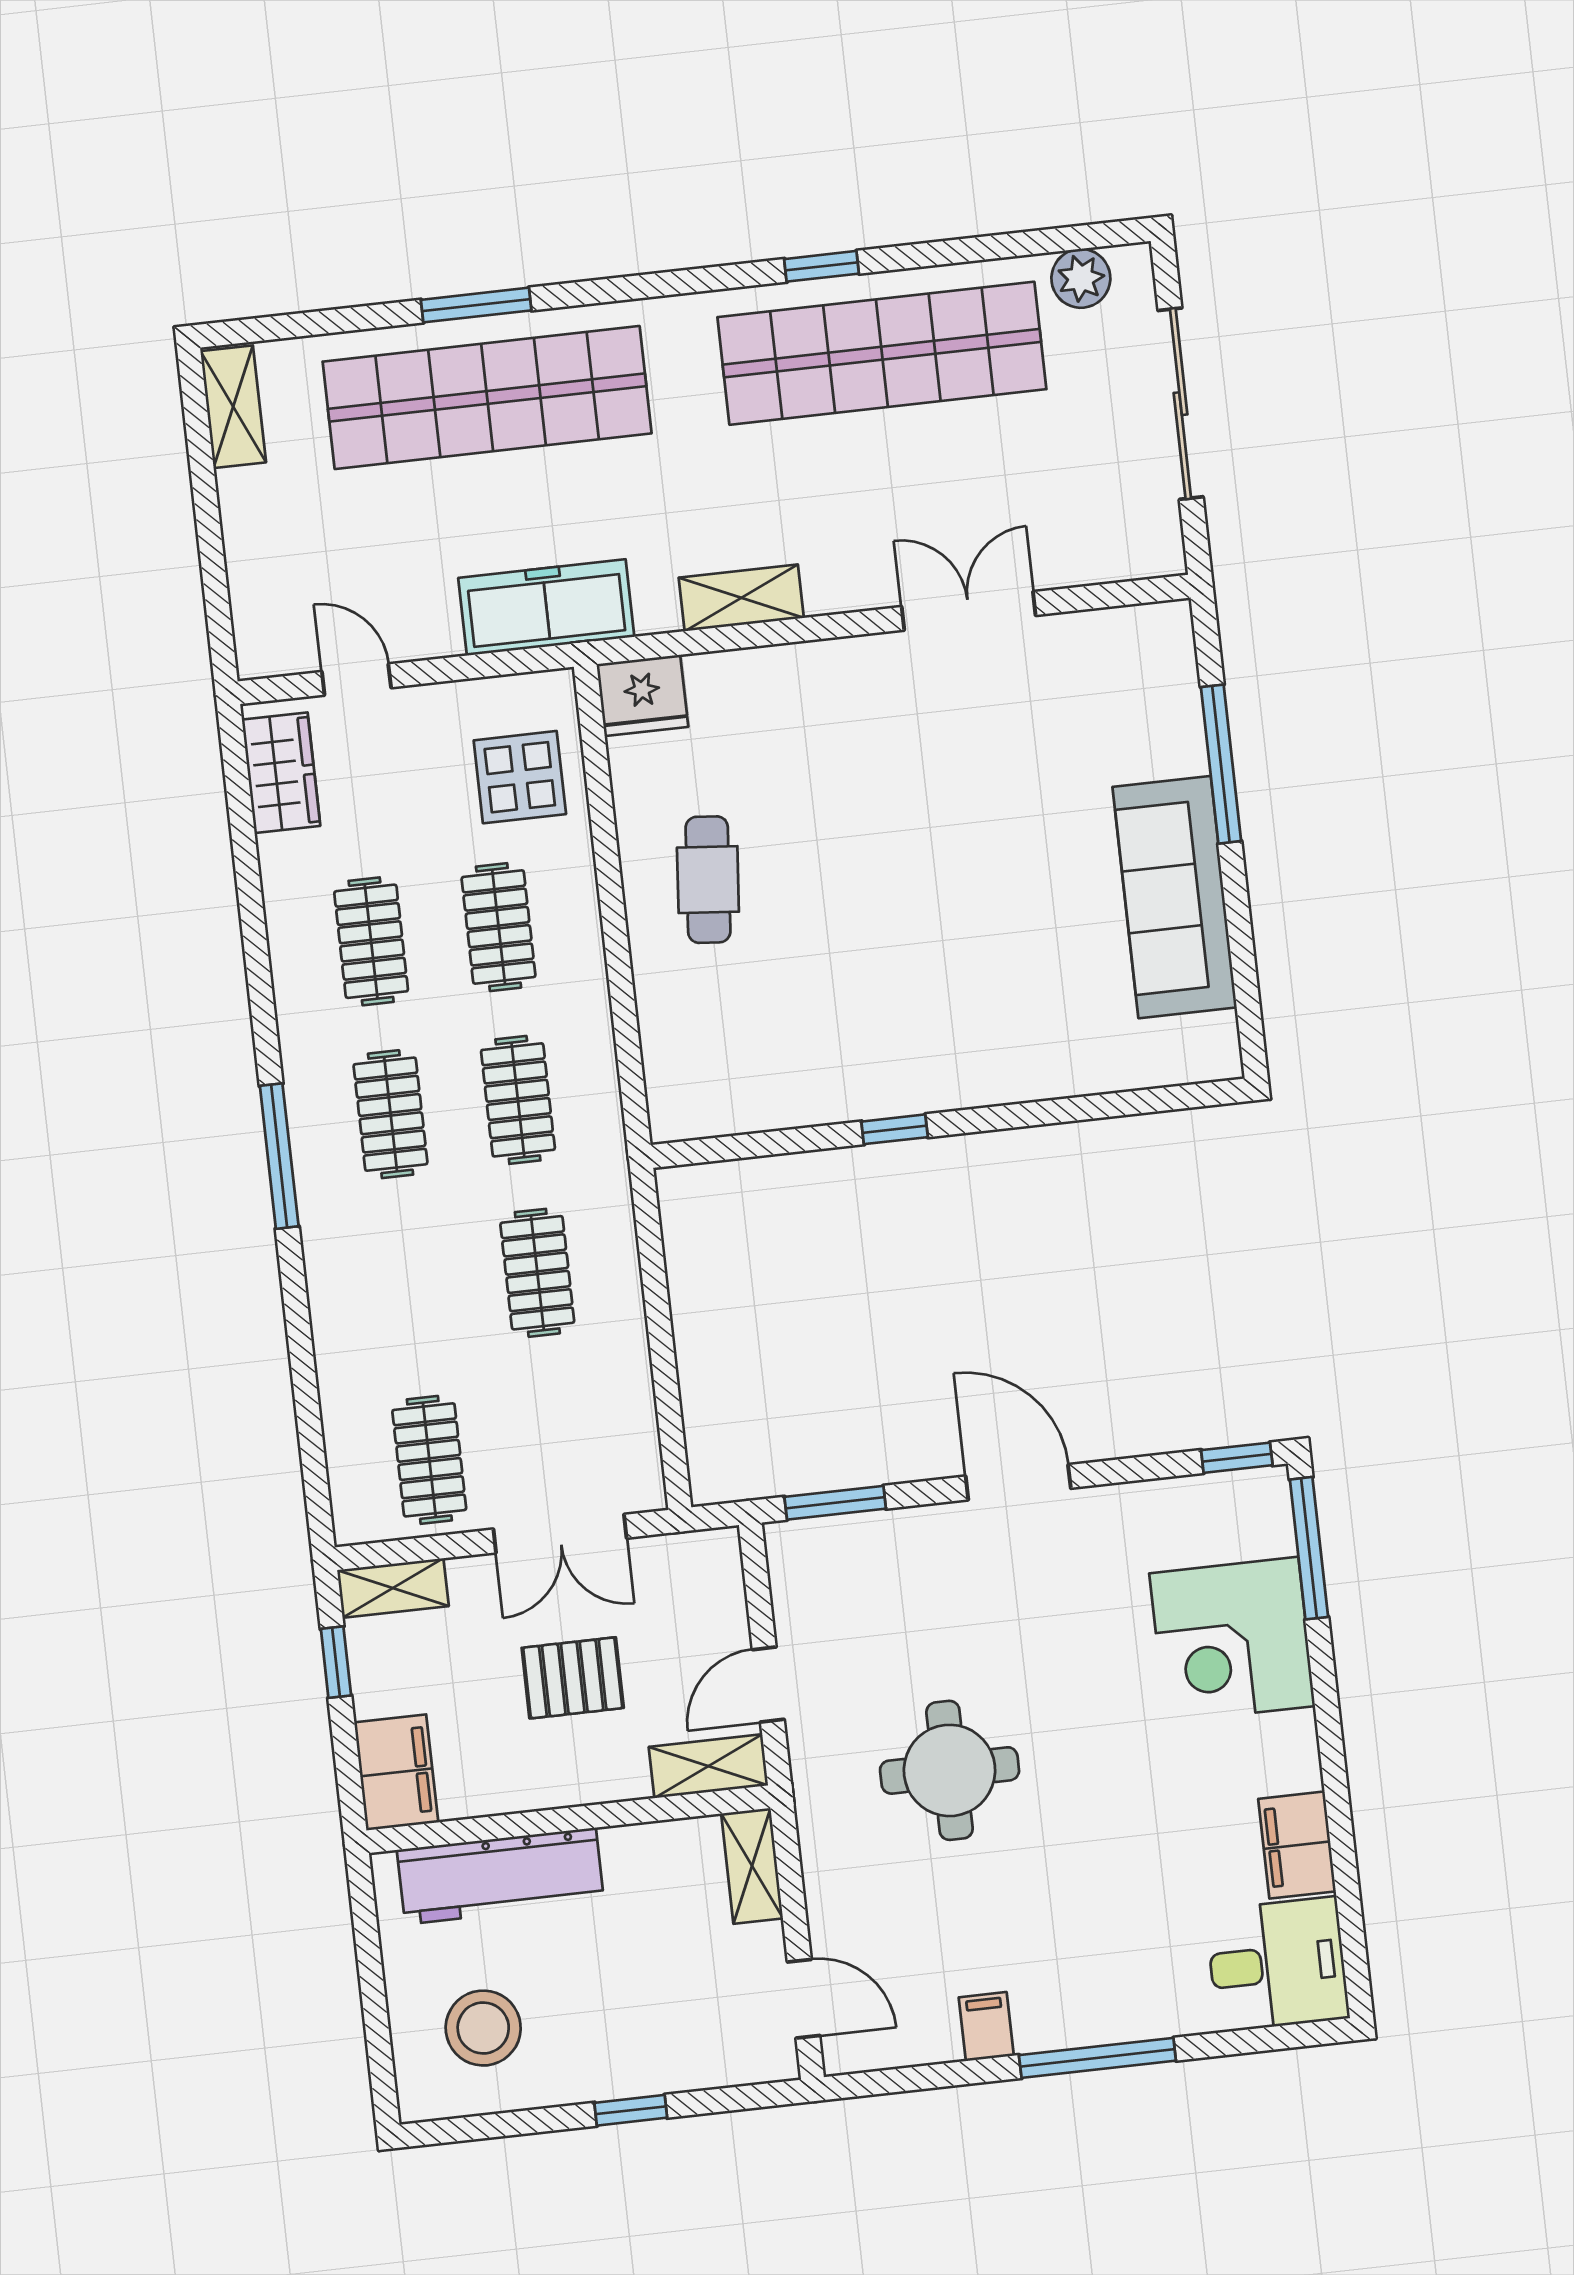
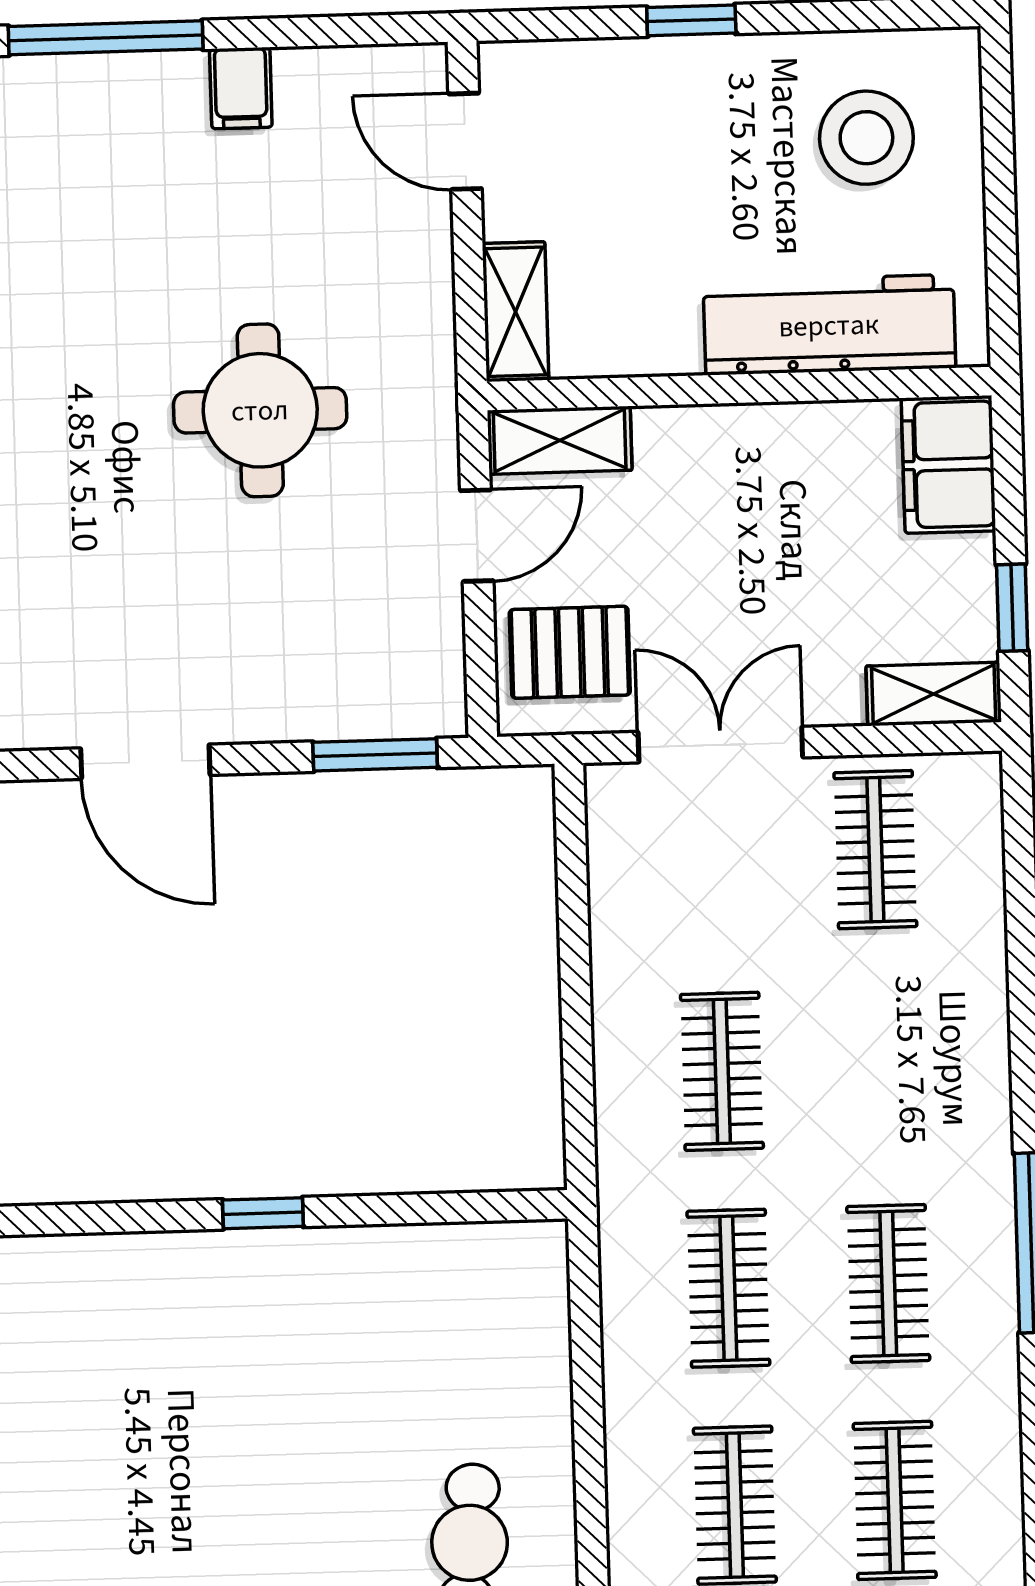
pallet: (573, 1678) -> (570, 652), moved

